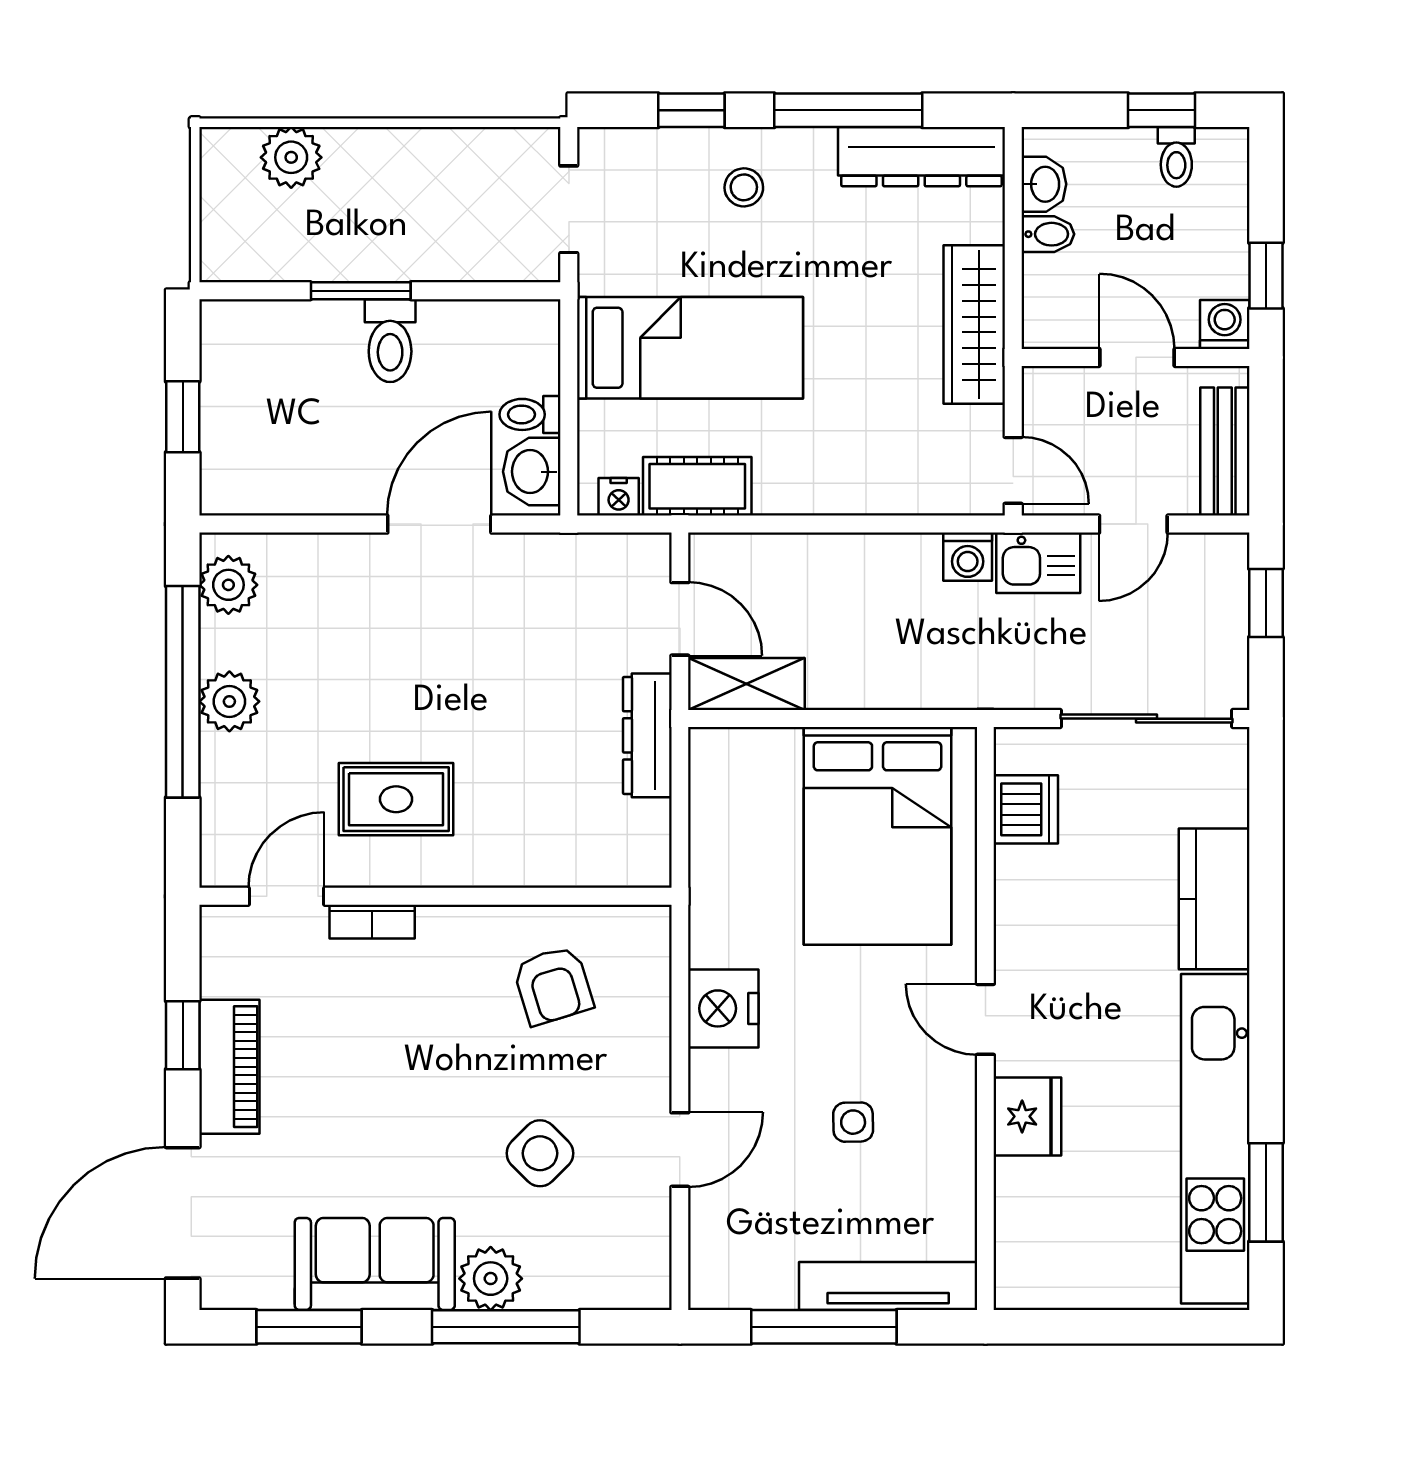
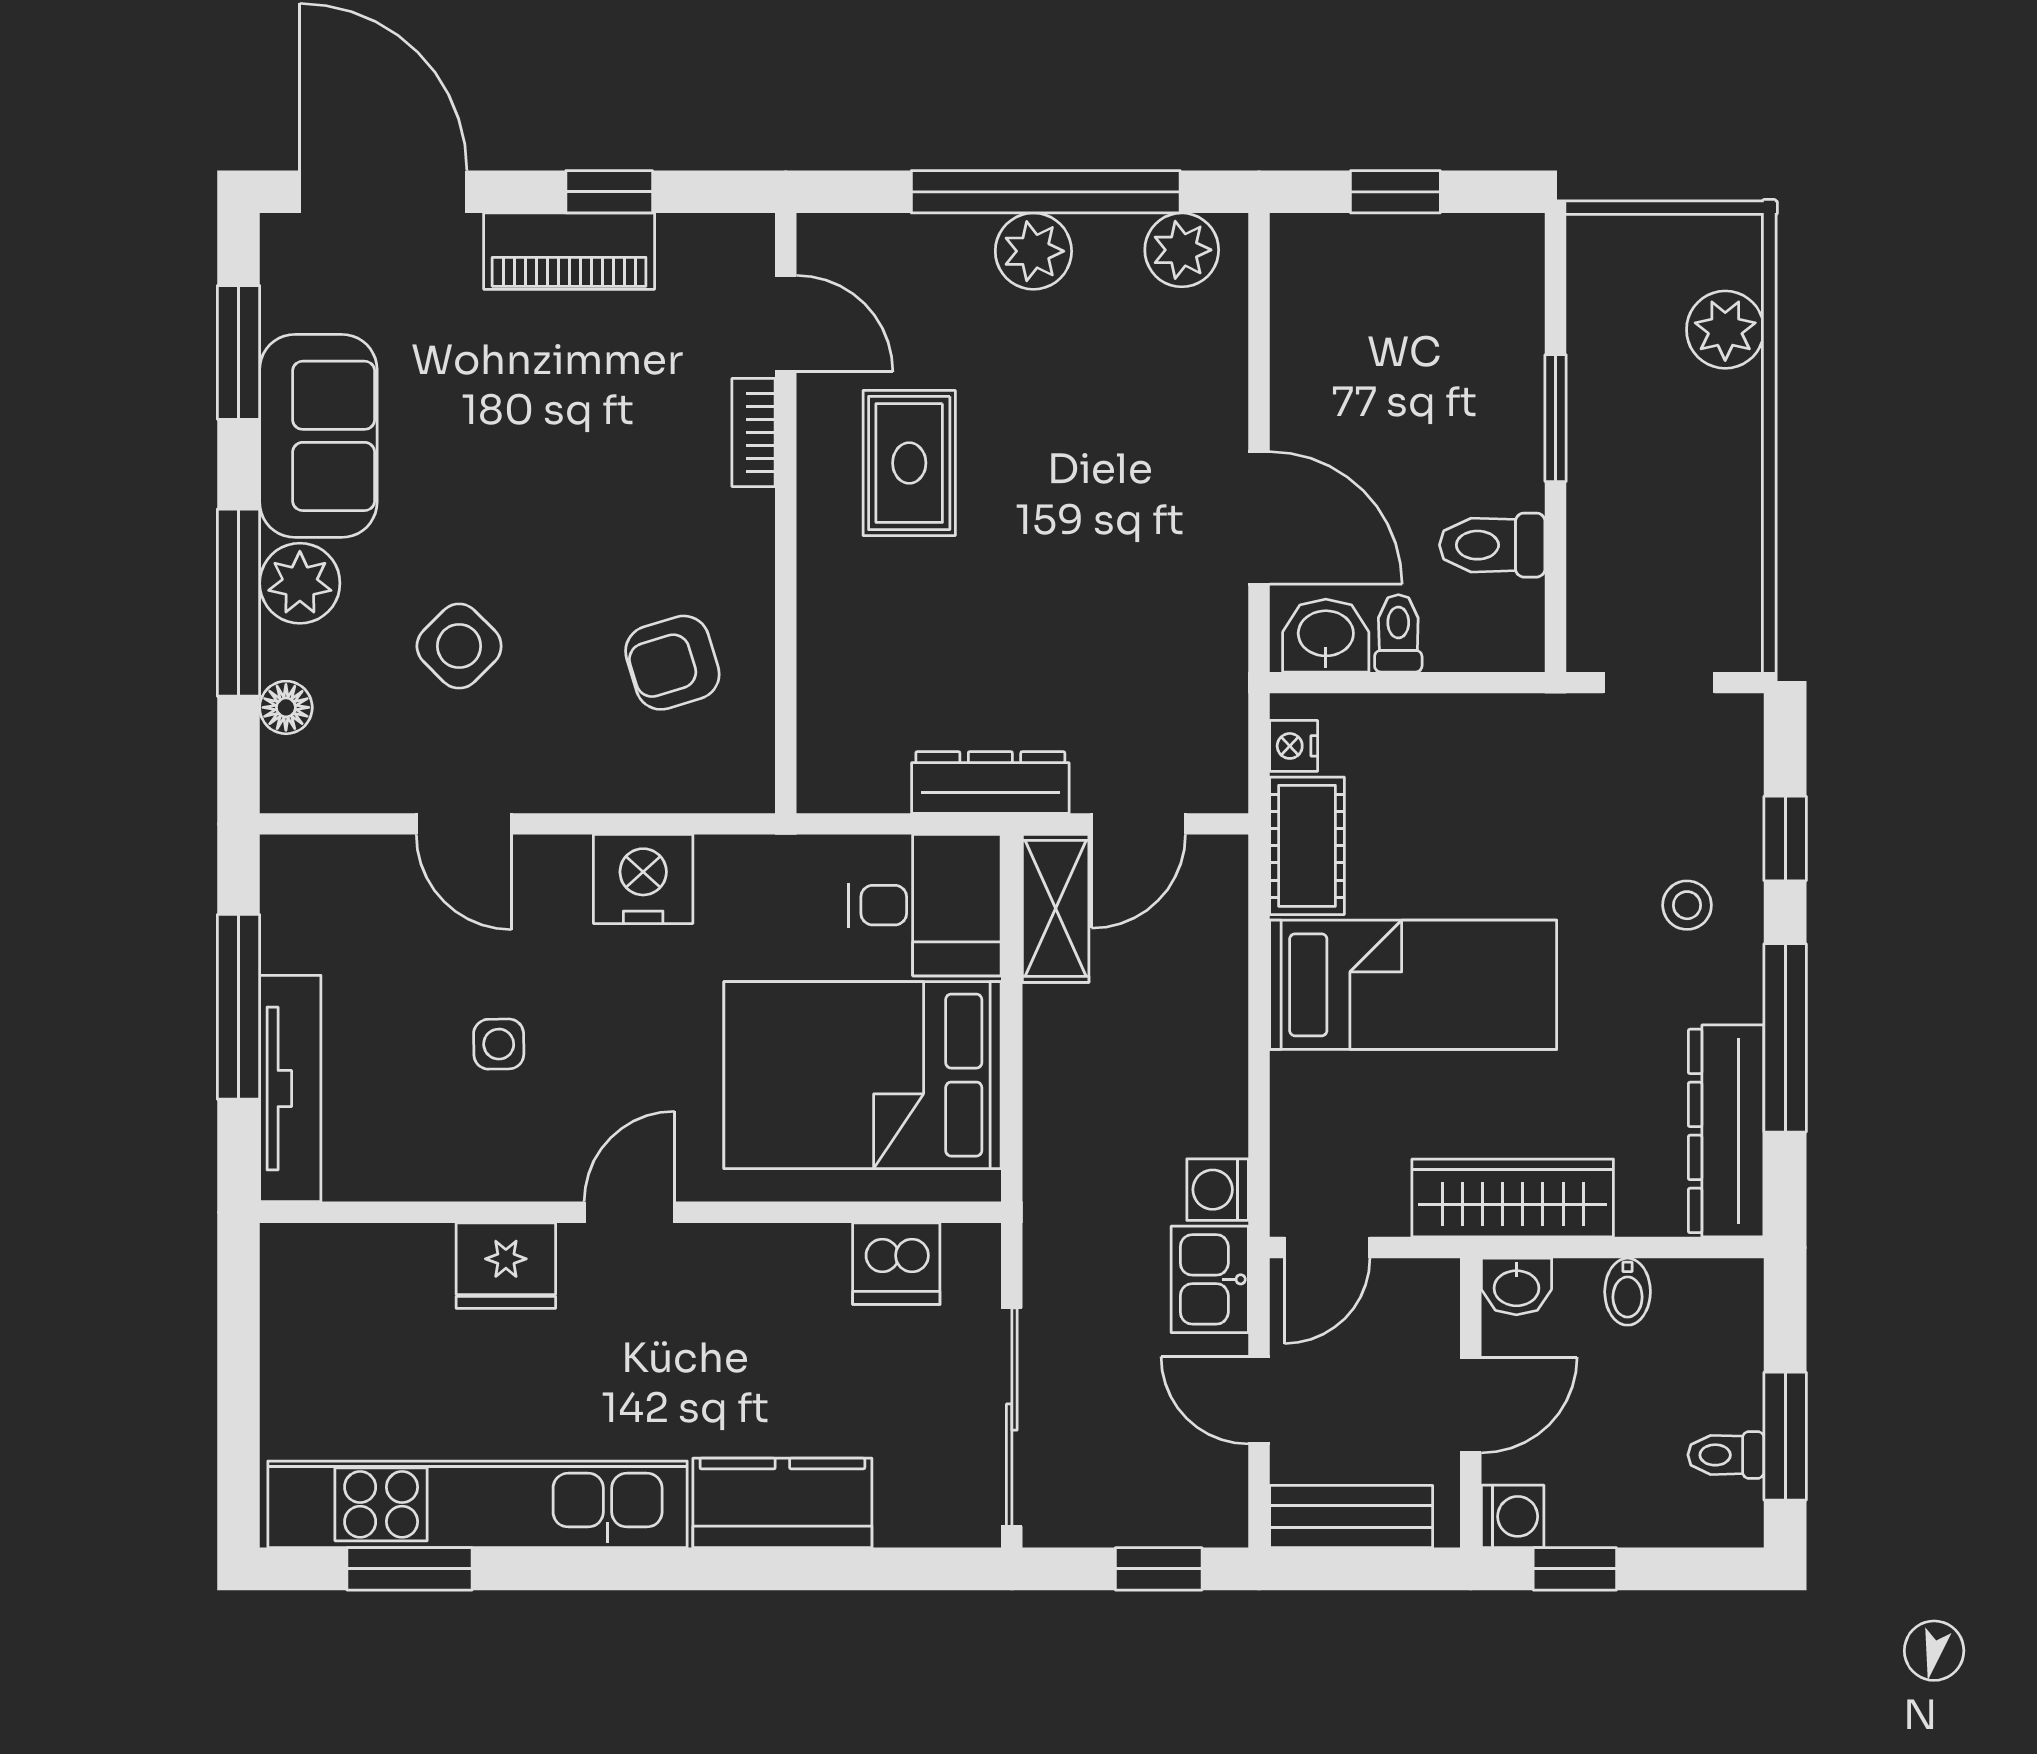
window: (1162, 110) -> (1785, 1436), width x1.50
washbasin: (1044, 184) -> (1516, 1287), moved
toilet: (390, 341) -> (1492, 545), moved
bed: (690, 348) -> (1413, 985), moved, turned -90
desk: (744, 787) -> (925, 905), added
floor lamp: (588, 1289) -> (286, 707), added

